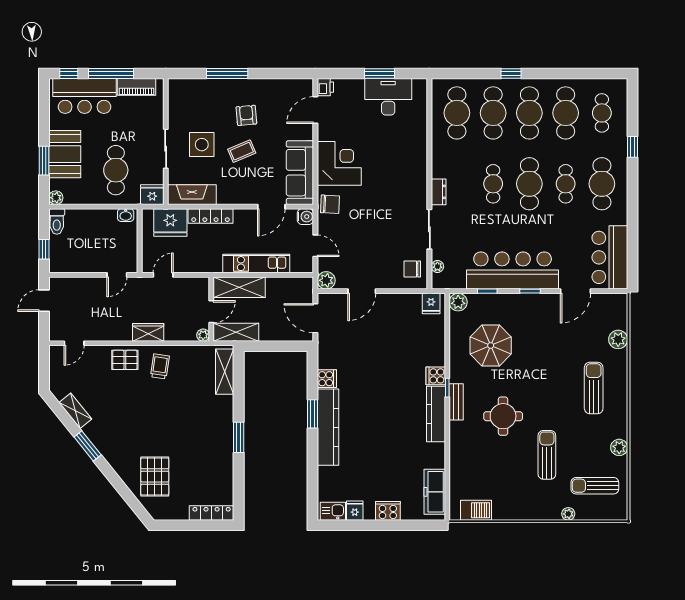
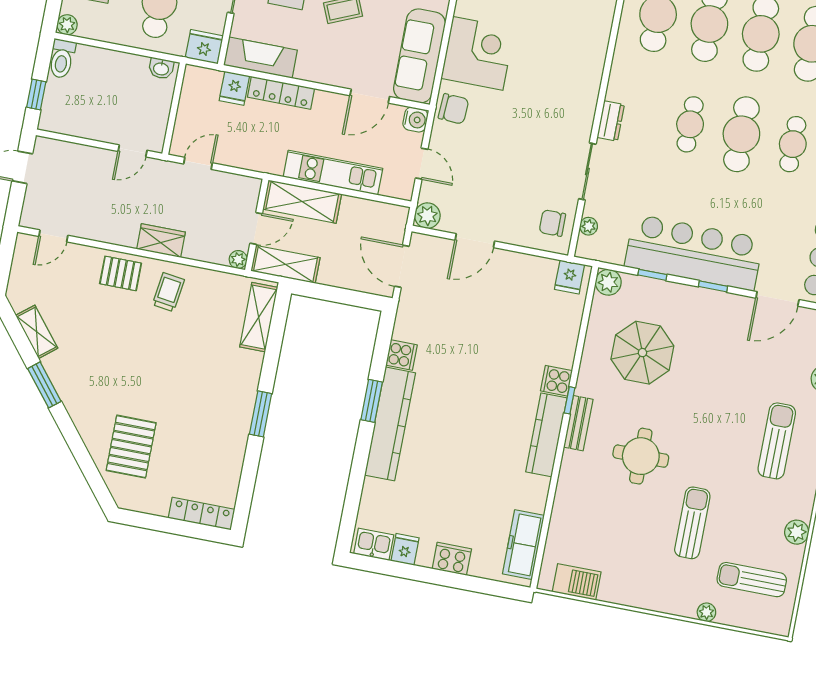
fridge: (170, 223) -> (234, 88), width x0.53, depth x0.75

